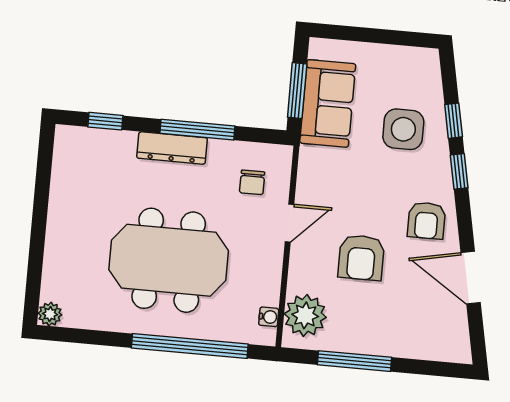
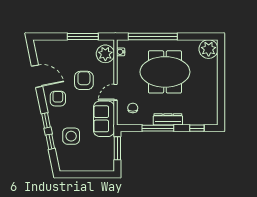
sofa: (328, 103) -> (104, 119), moved
plant: (50, 314) -> (209, 49), width x1.88, depth x1.88

